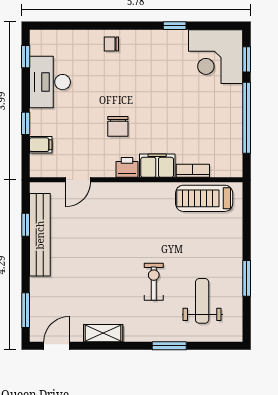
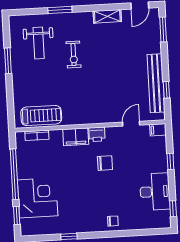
corner desk: (216, 57) -> (38, 198), moved
chair: (118, 126) -> (105, 163), turned 90
filing cabinet: (41, 145) -> (158, 130), moved
bookcase: (193, 171) -> (37, 135), moved

